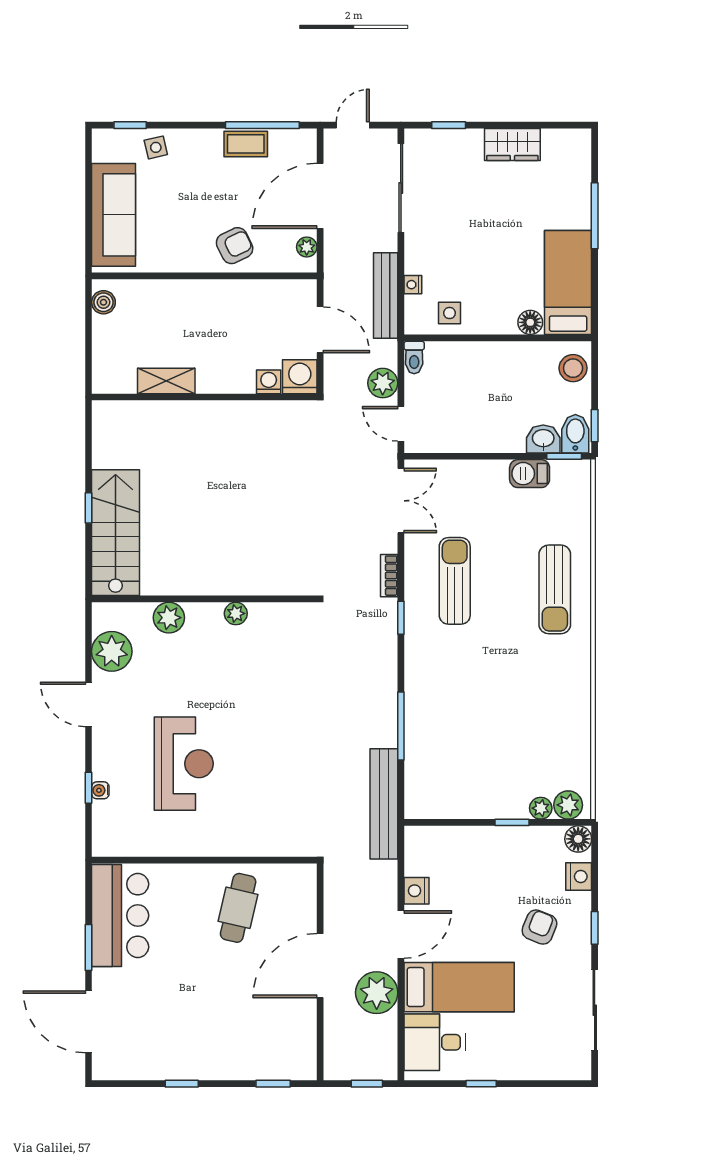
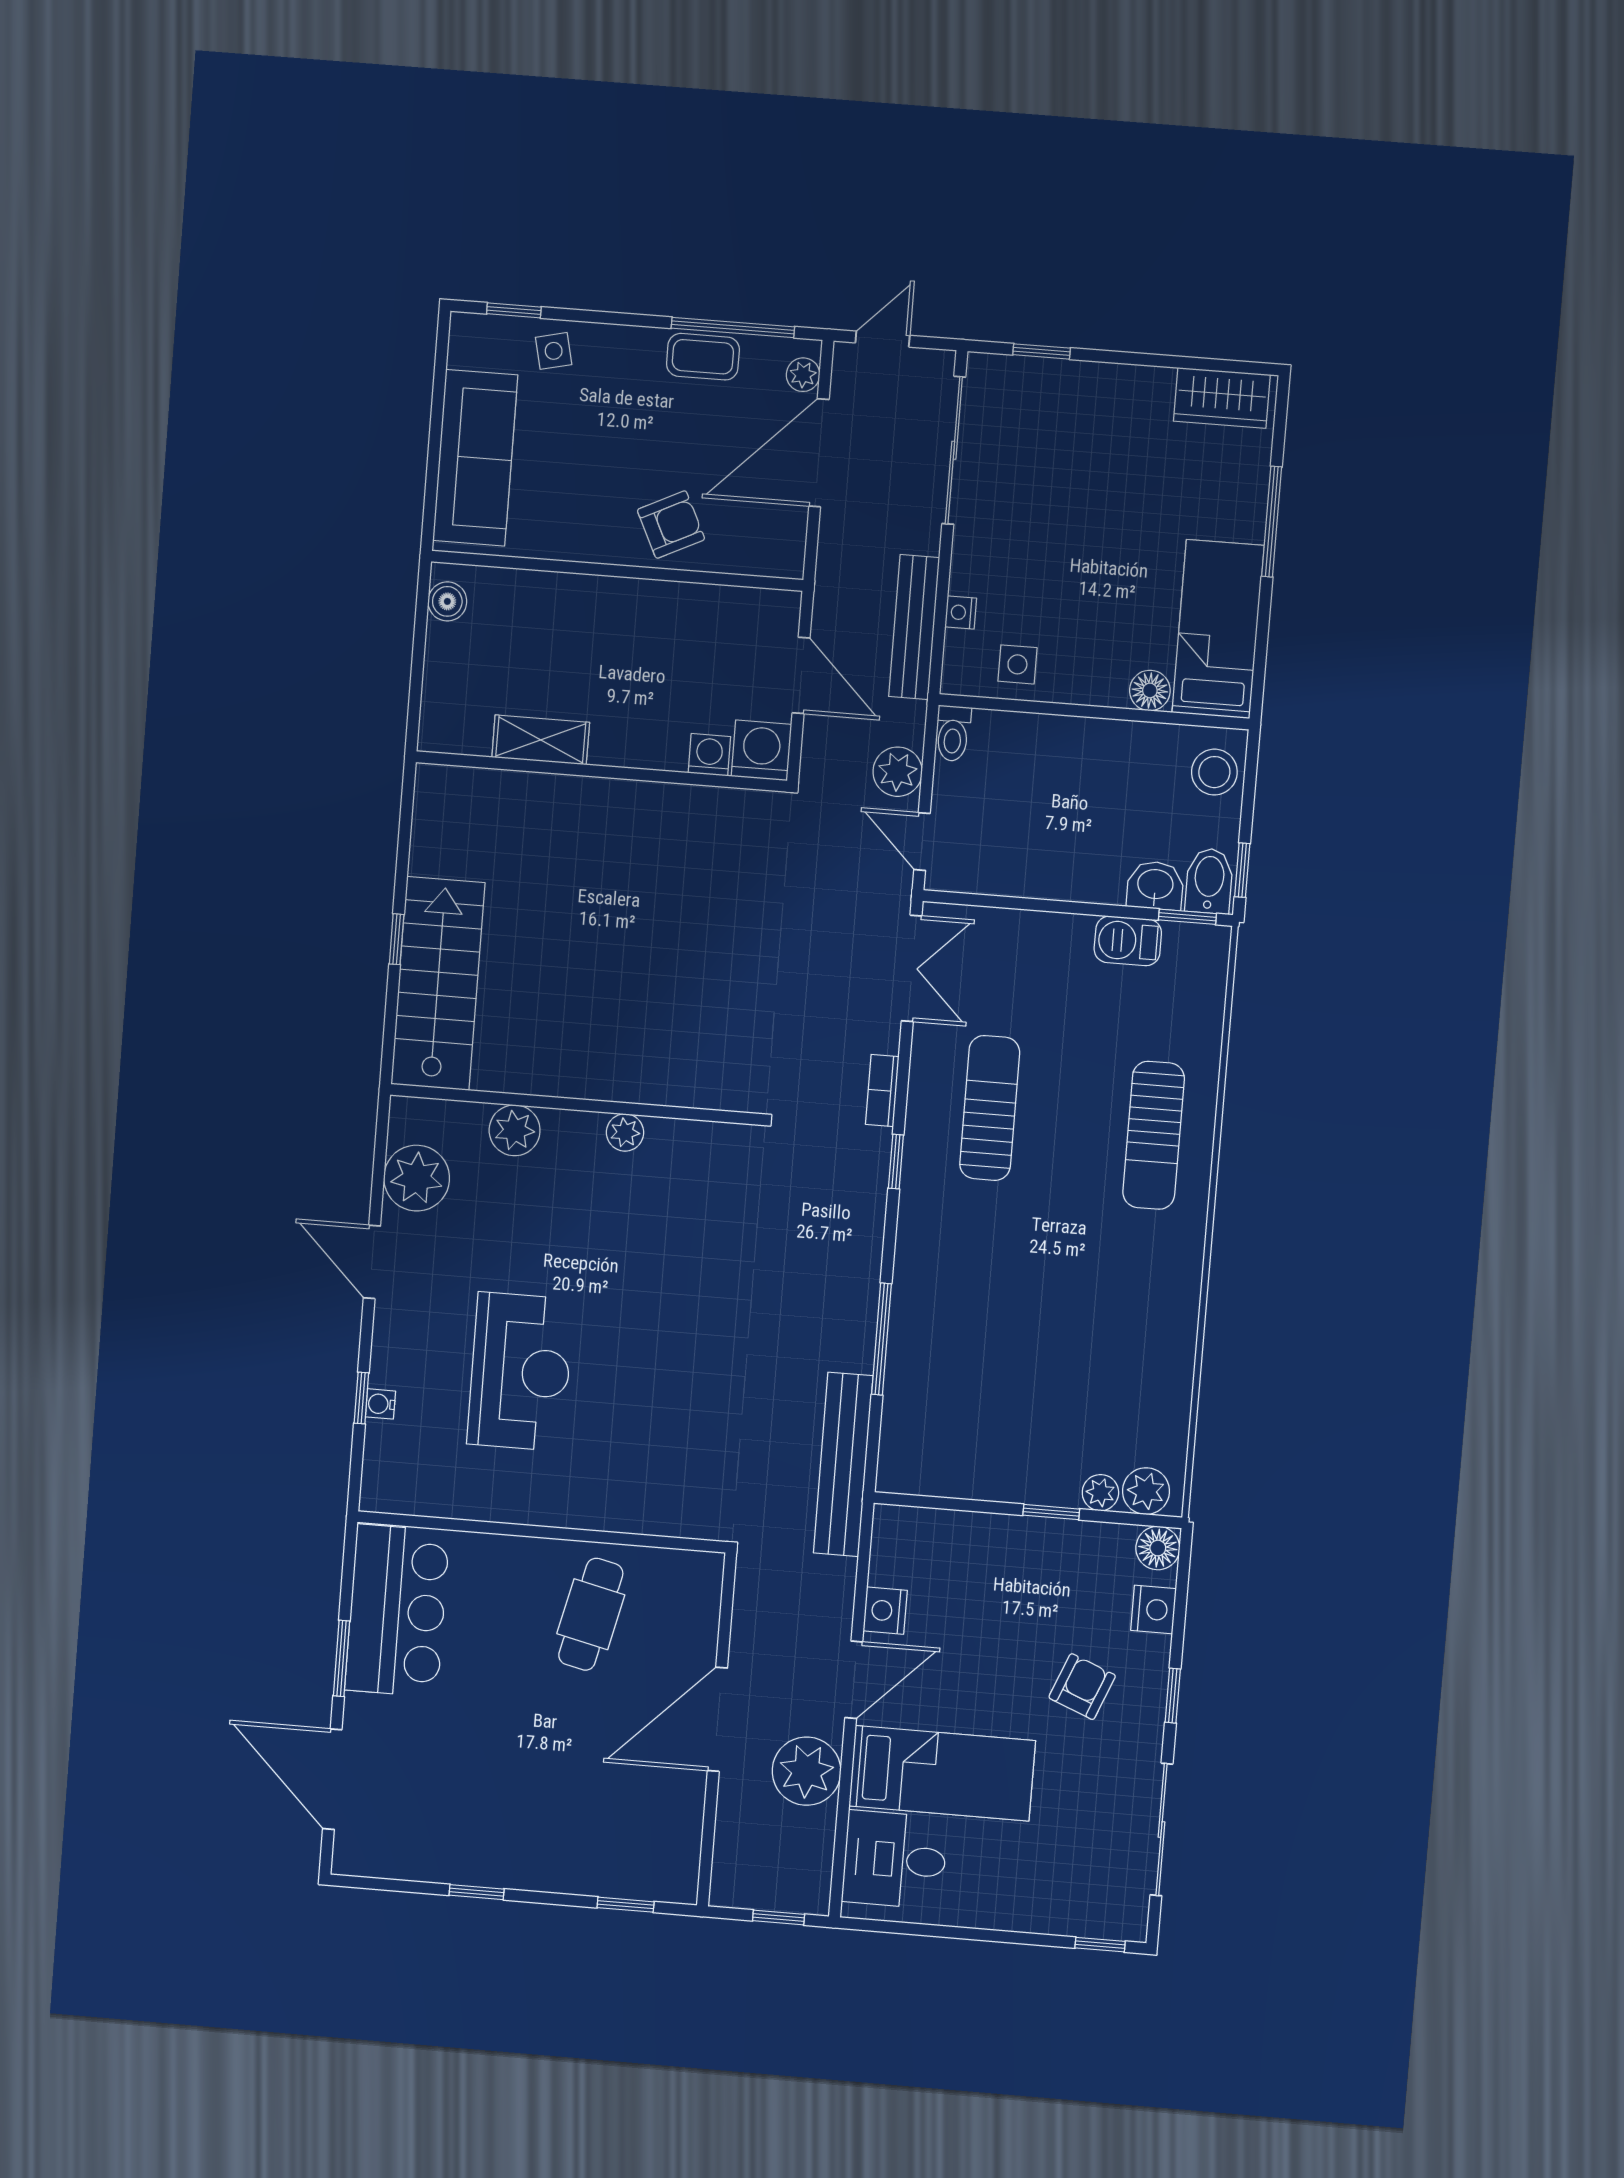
wardrobe: (512, 144) -> (1222, 398), moved
plant: (307, 247) -> (803, 375), moved
window: (481, 1084) -> (1100, 1945), moved

